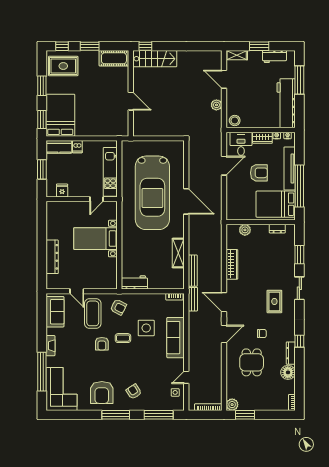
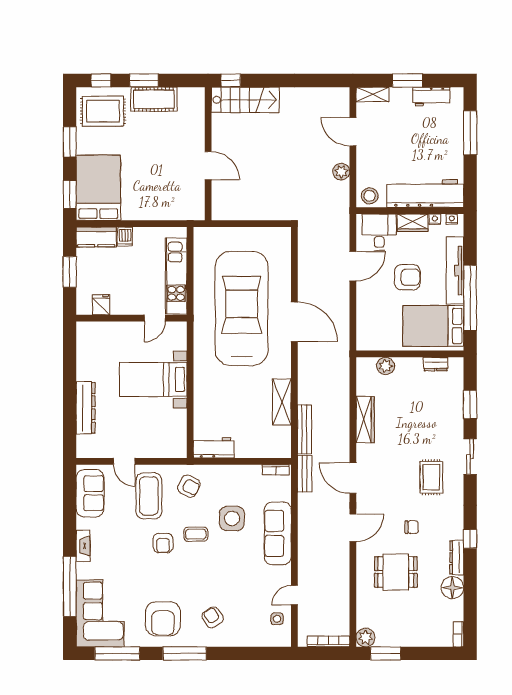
cot: (114, 58) -> (154, 99), moved
workbench: (286, 103) -> (425, 193), moved, turned 90
car: (152, 193) -> (242, 308), turned 180
dining table: (252, 362) -> (396, 572), turned 90
window: (159, 415) -> (117, 653), moved

